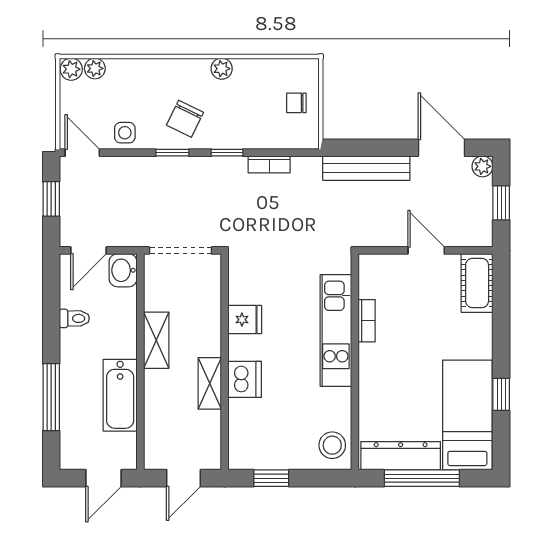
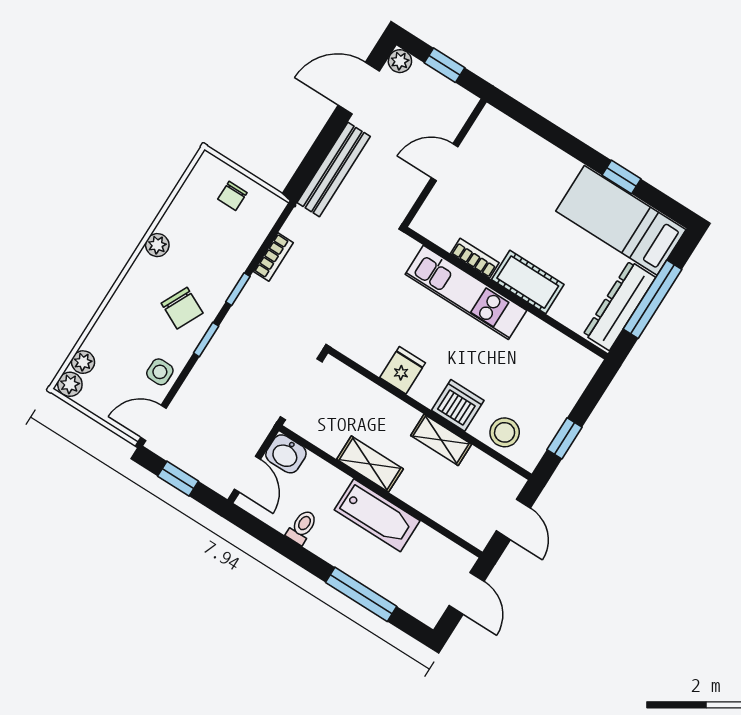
cot: (477, 283) -> (528, 282), moved
bathtub: (120, 395) -> (377, 515), moved
stool: (332, 445) -> (505, 432), moved

